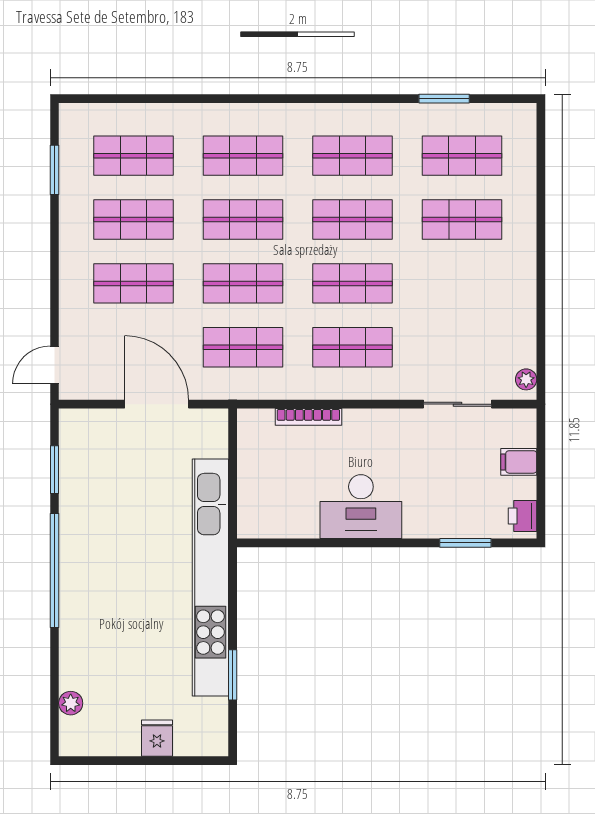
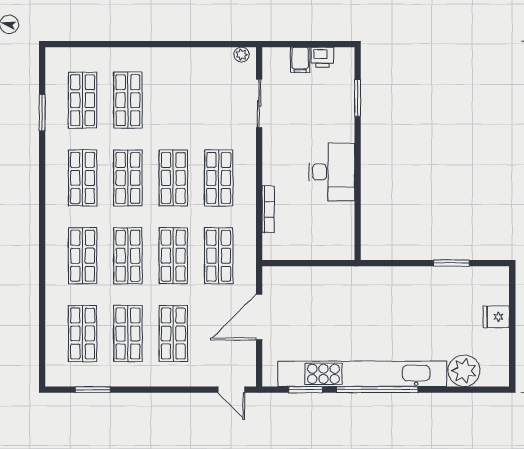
printer: (523, 516) -> (322, 57), moved
kitchen unit: (210, 578) -> (362, 374), moved, turned 180
plant: (71, 703) -> (464, 371), width x1.87, depth x1.87

